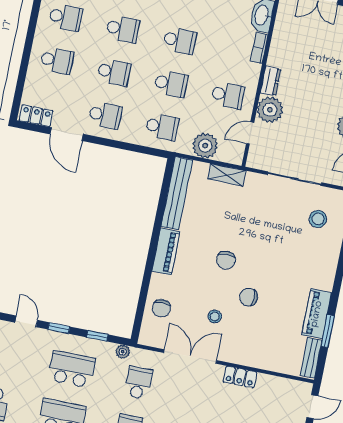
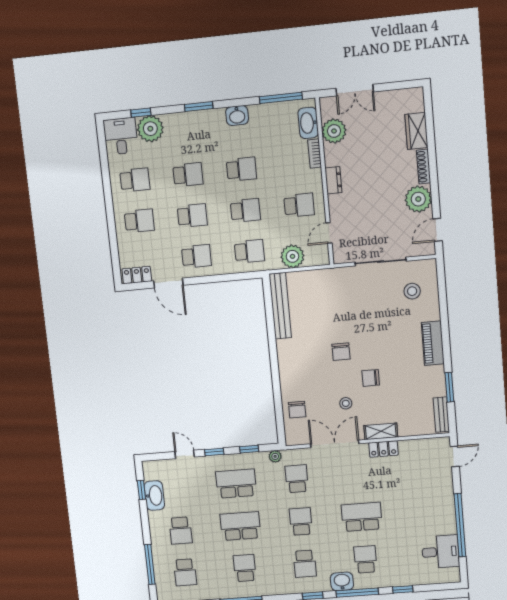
plant: (270, 110) -> (334, 131), moved
shelving: (227, 175) -> (381, 431), moved
piano: (166, 252) -> (286, 360), removed
piano: (317, 314) -> (433, 343), moved

